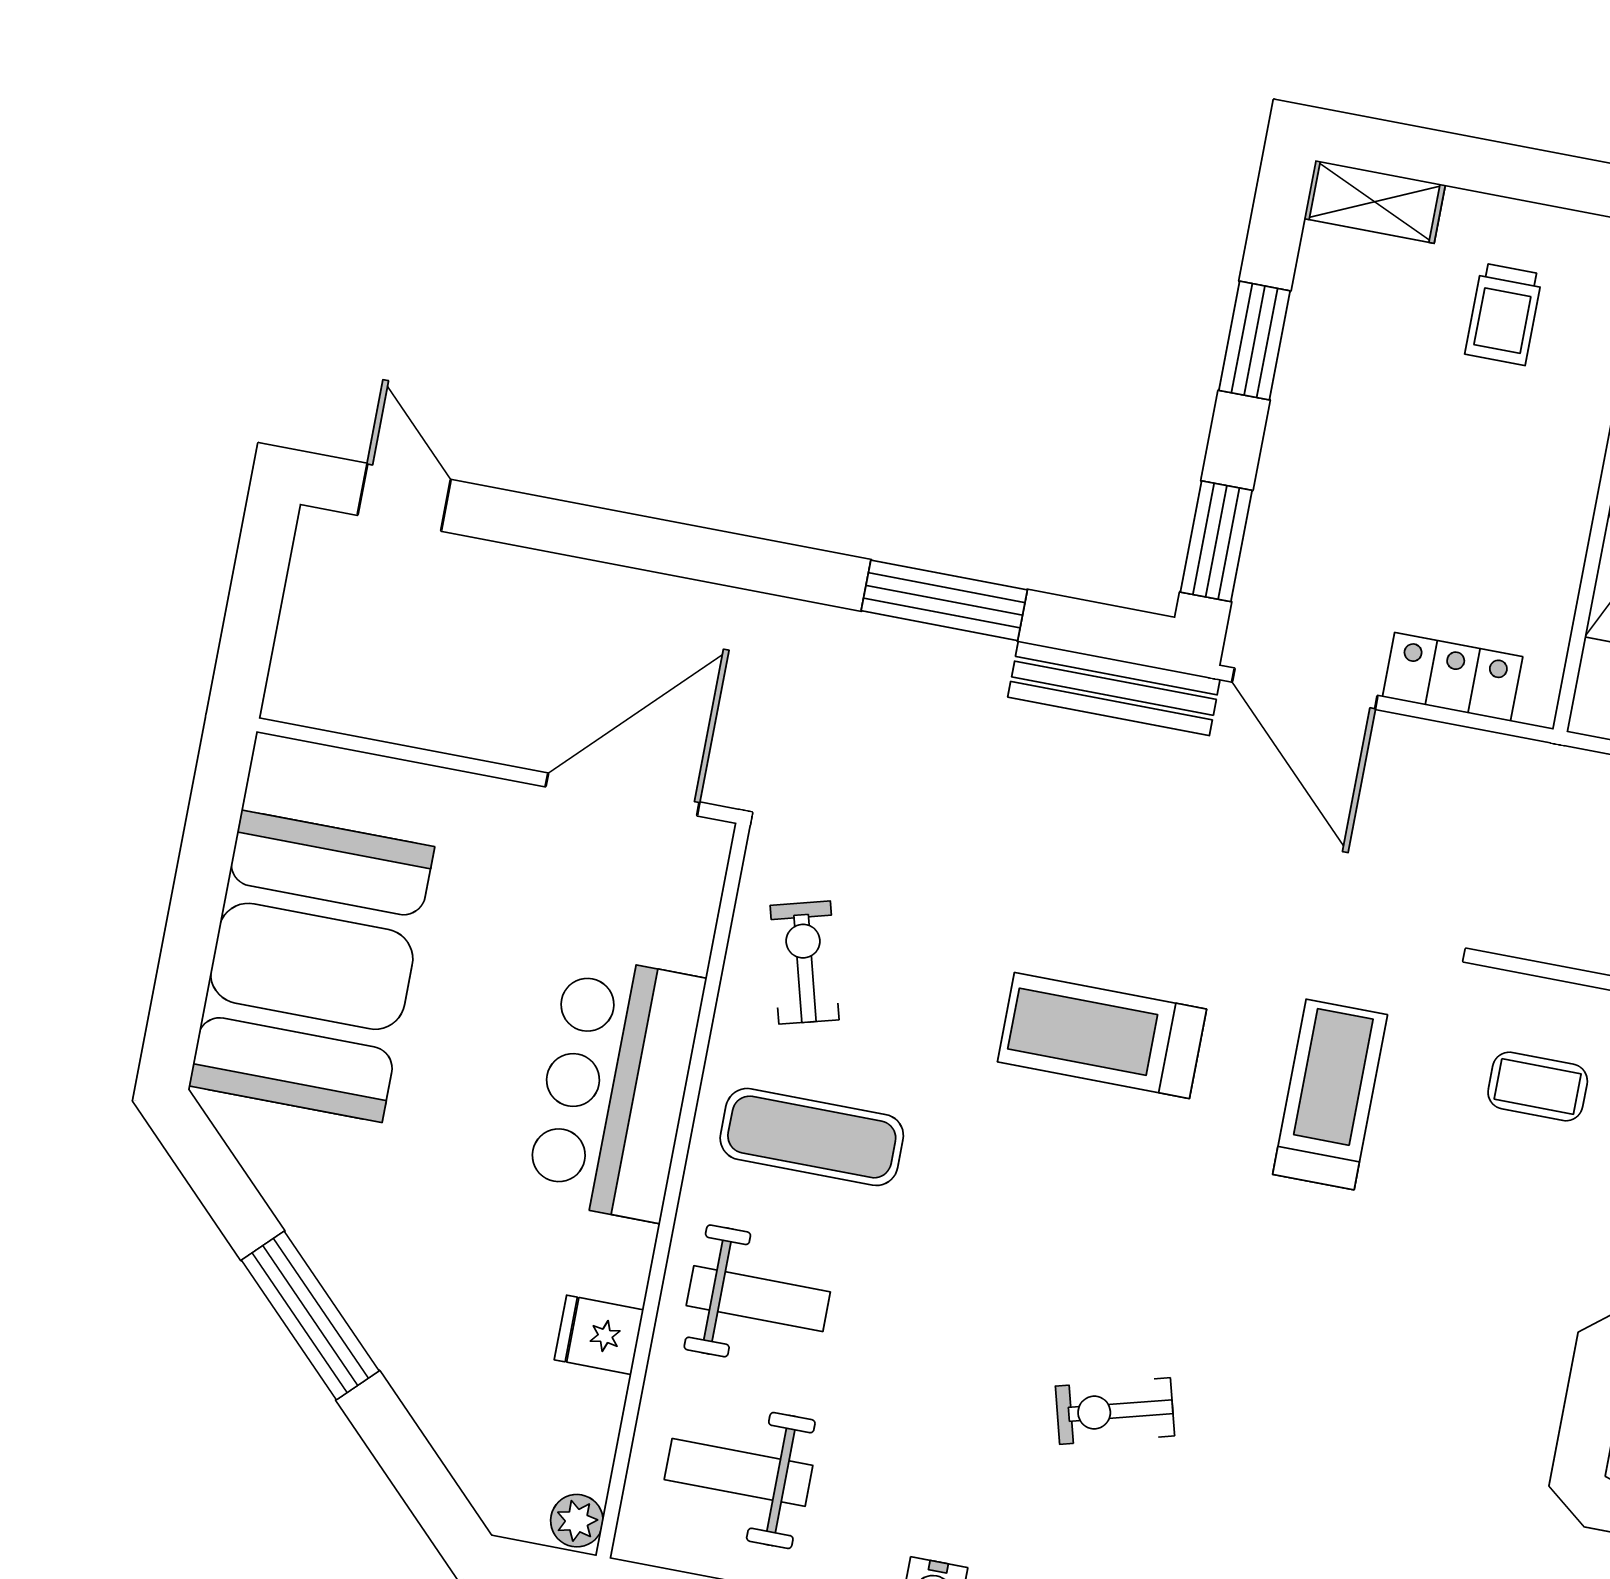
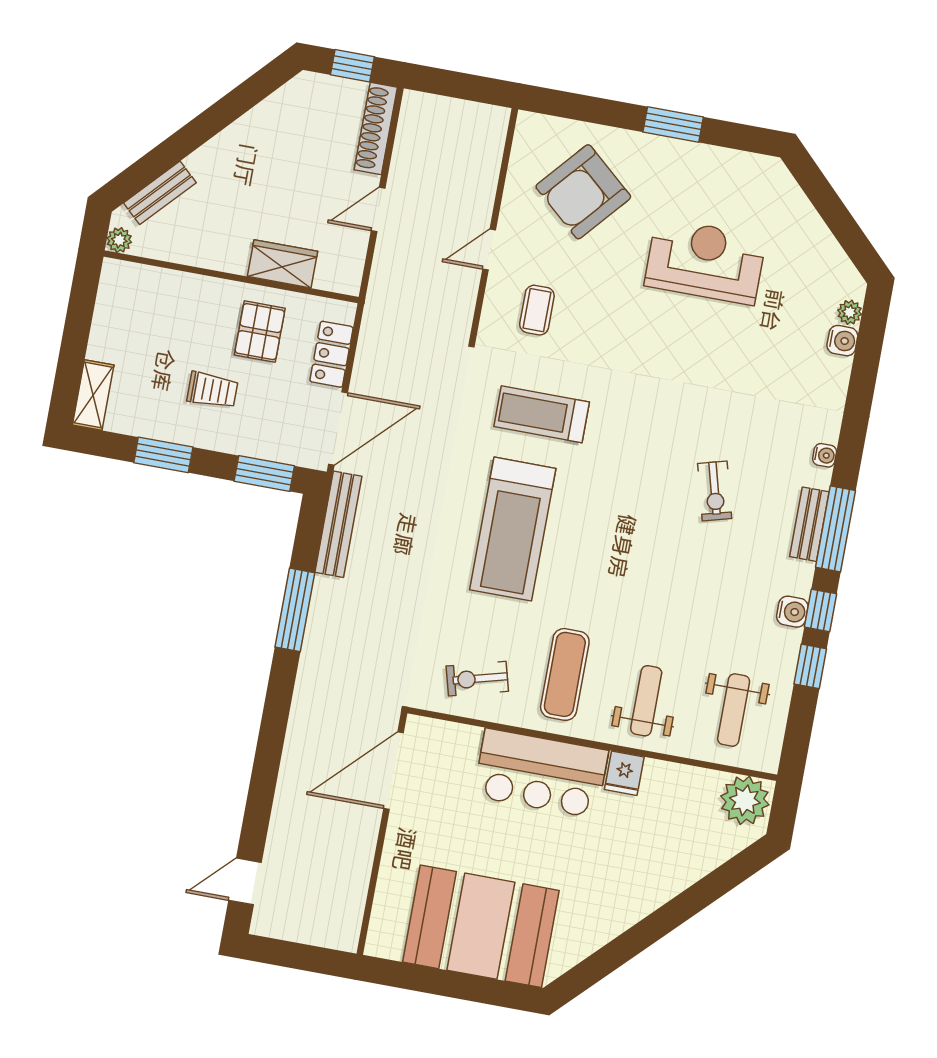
trolley: (1504, 314) -> (212, 390), moved
pallet: (1499, 534) -> (260, 332), added
door: (623, 794) -> (393, 771), hinge flipped
treadmill: (1102, 1035) -> (513, 529), width x1.37, depth x1.38
window: (310, 1315) -> (656, 926), removed
fridge: (599, 1335) -> (624, 773), moved
exercise bike: (1115, 1411) -> (715, 491), moved
plant: (577, 1521) -> (745, 800), width x1.87, depth x1.87

